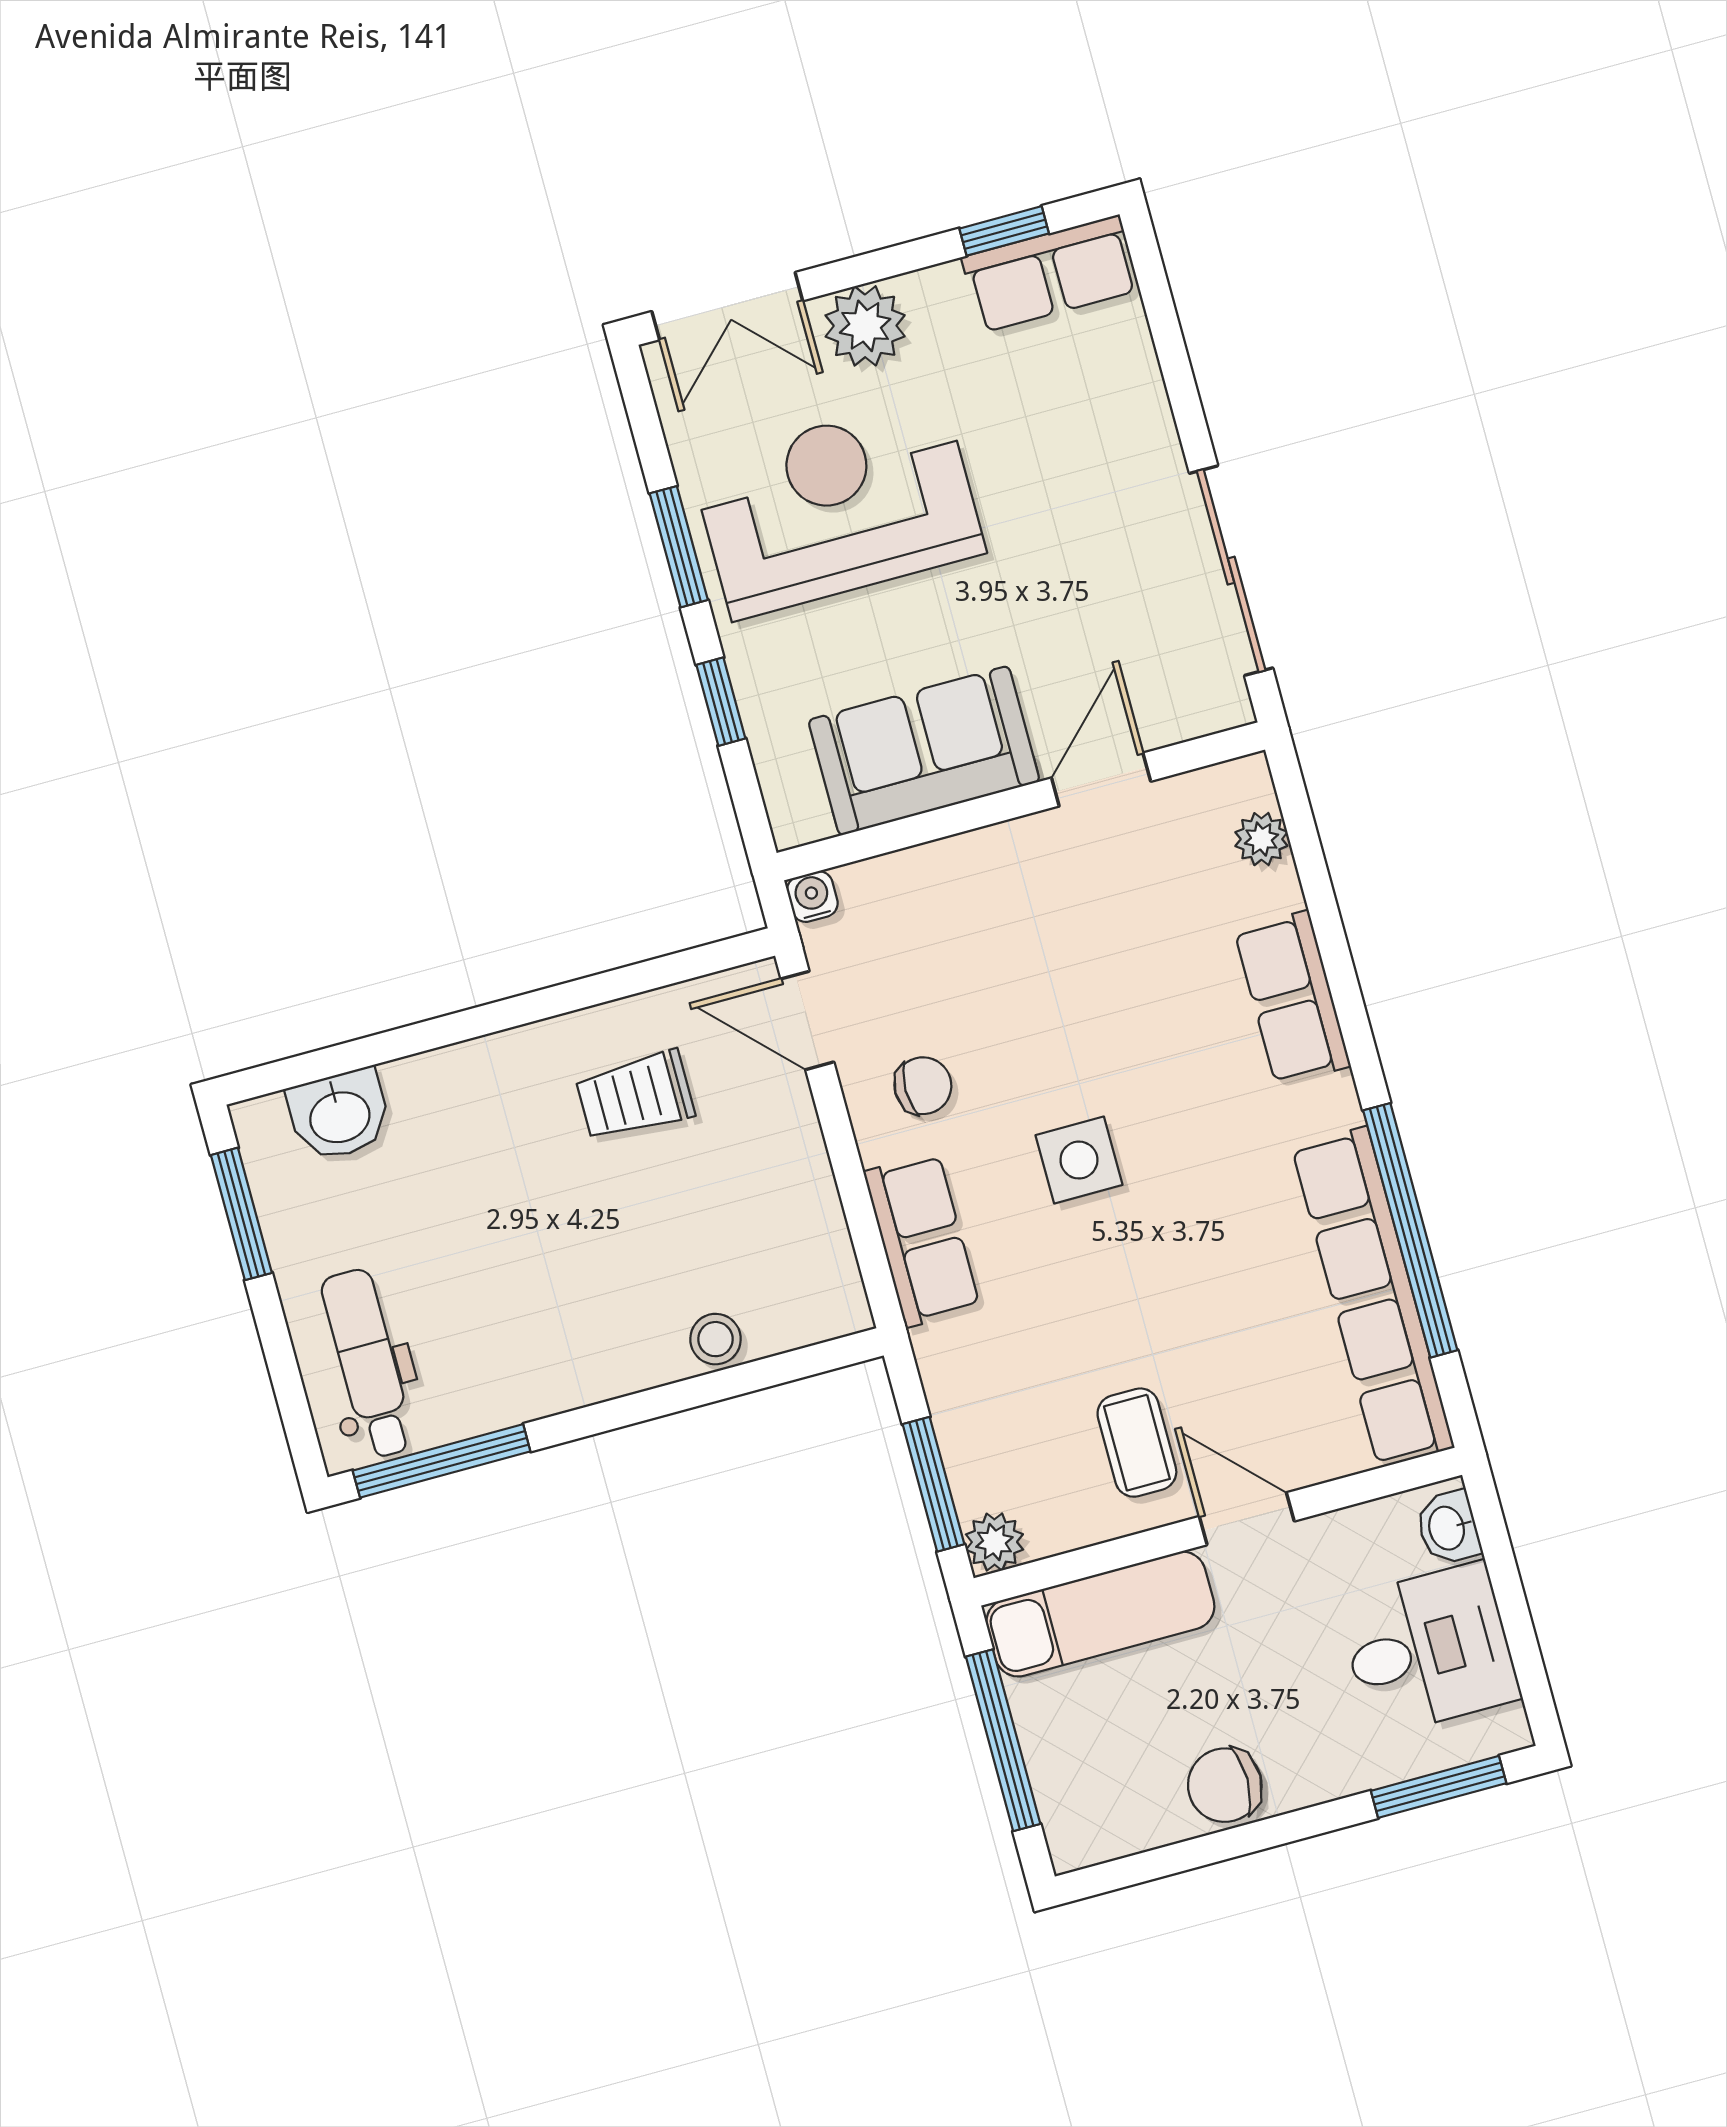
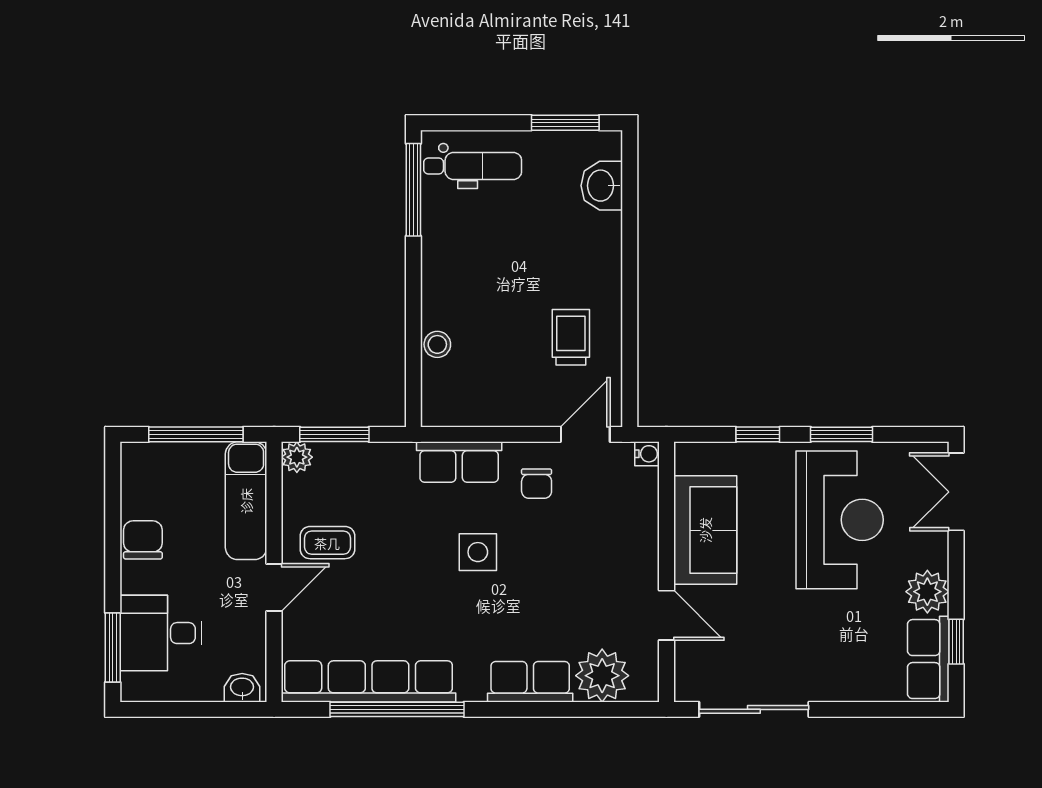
plant: (865, 326) -> (927, 592), moved
plant: (1261, 839) -> (602, 676), width x1.88, depth x1.88
desk: (1429, 1649) -> (161, 633), moved, turned 90

